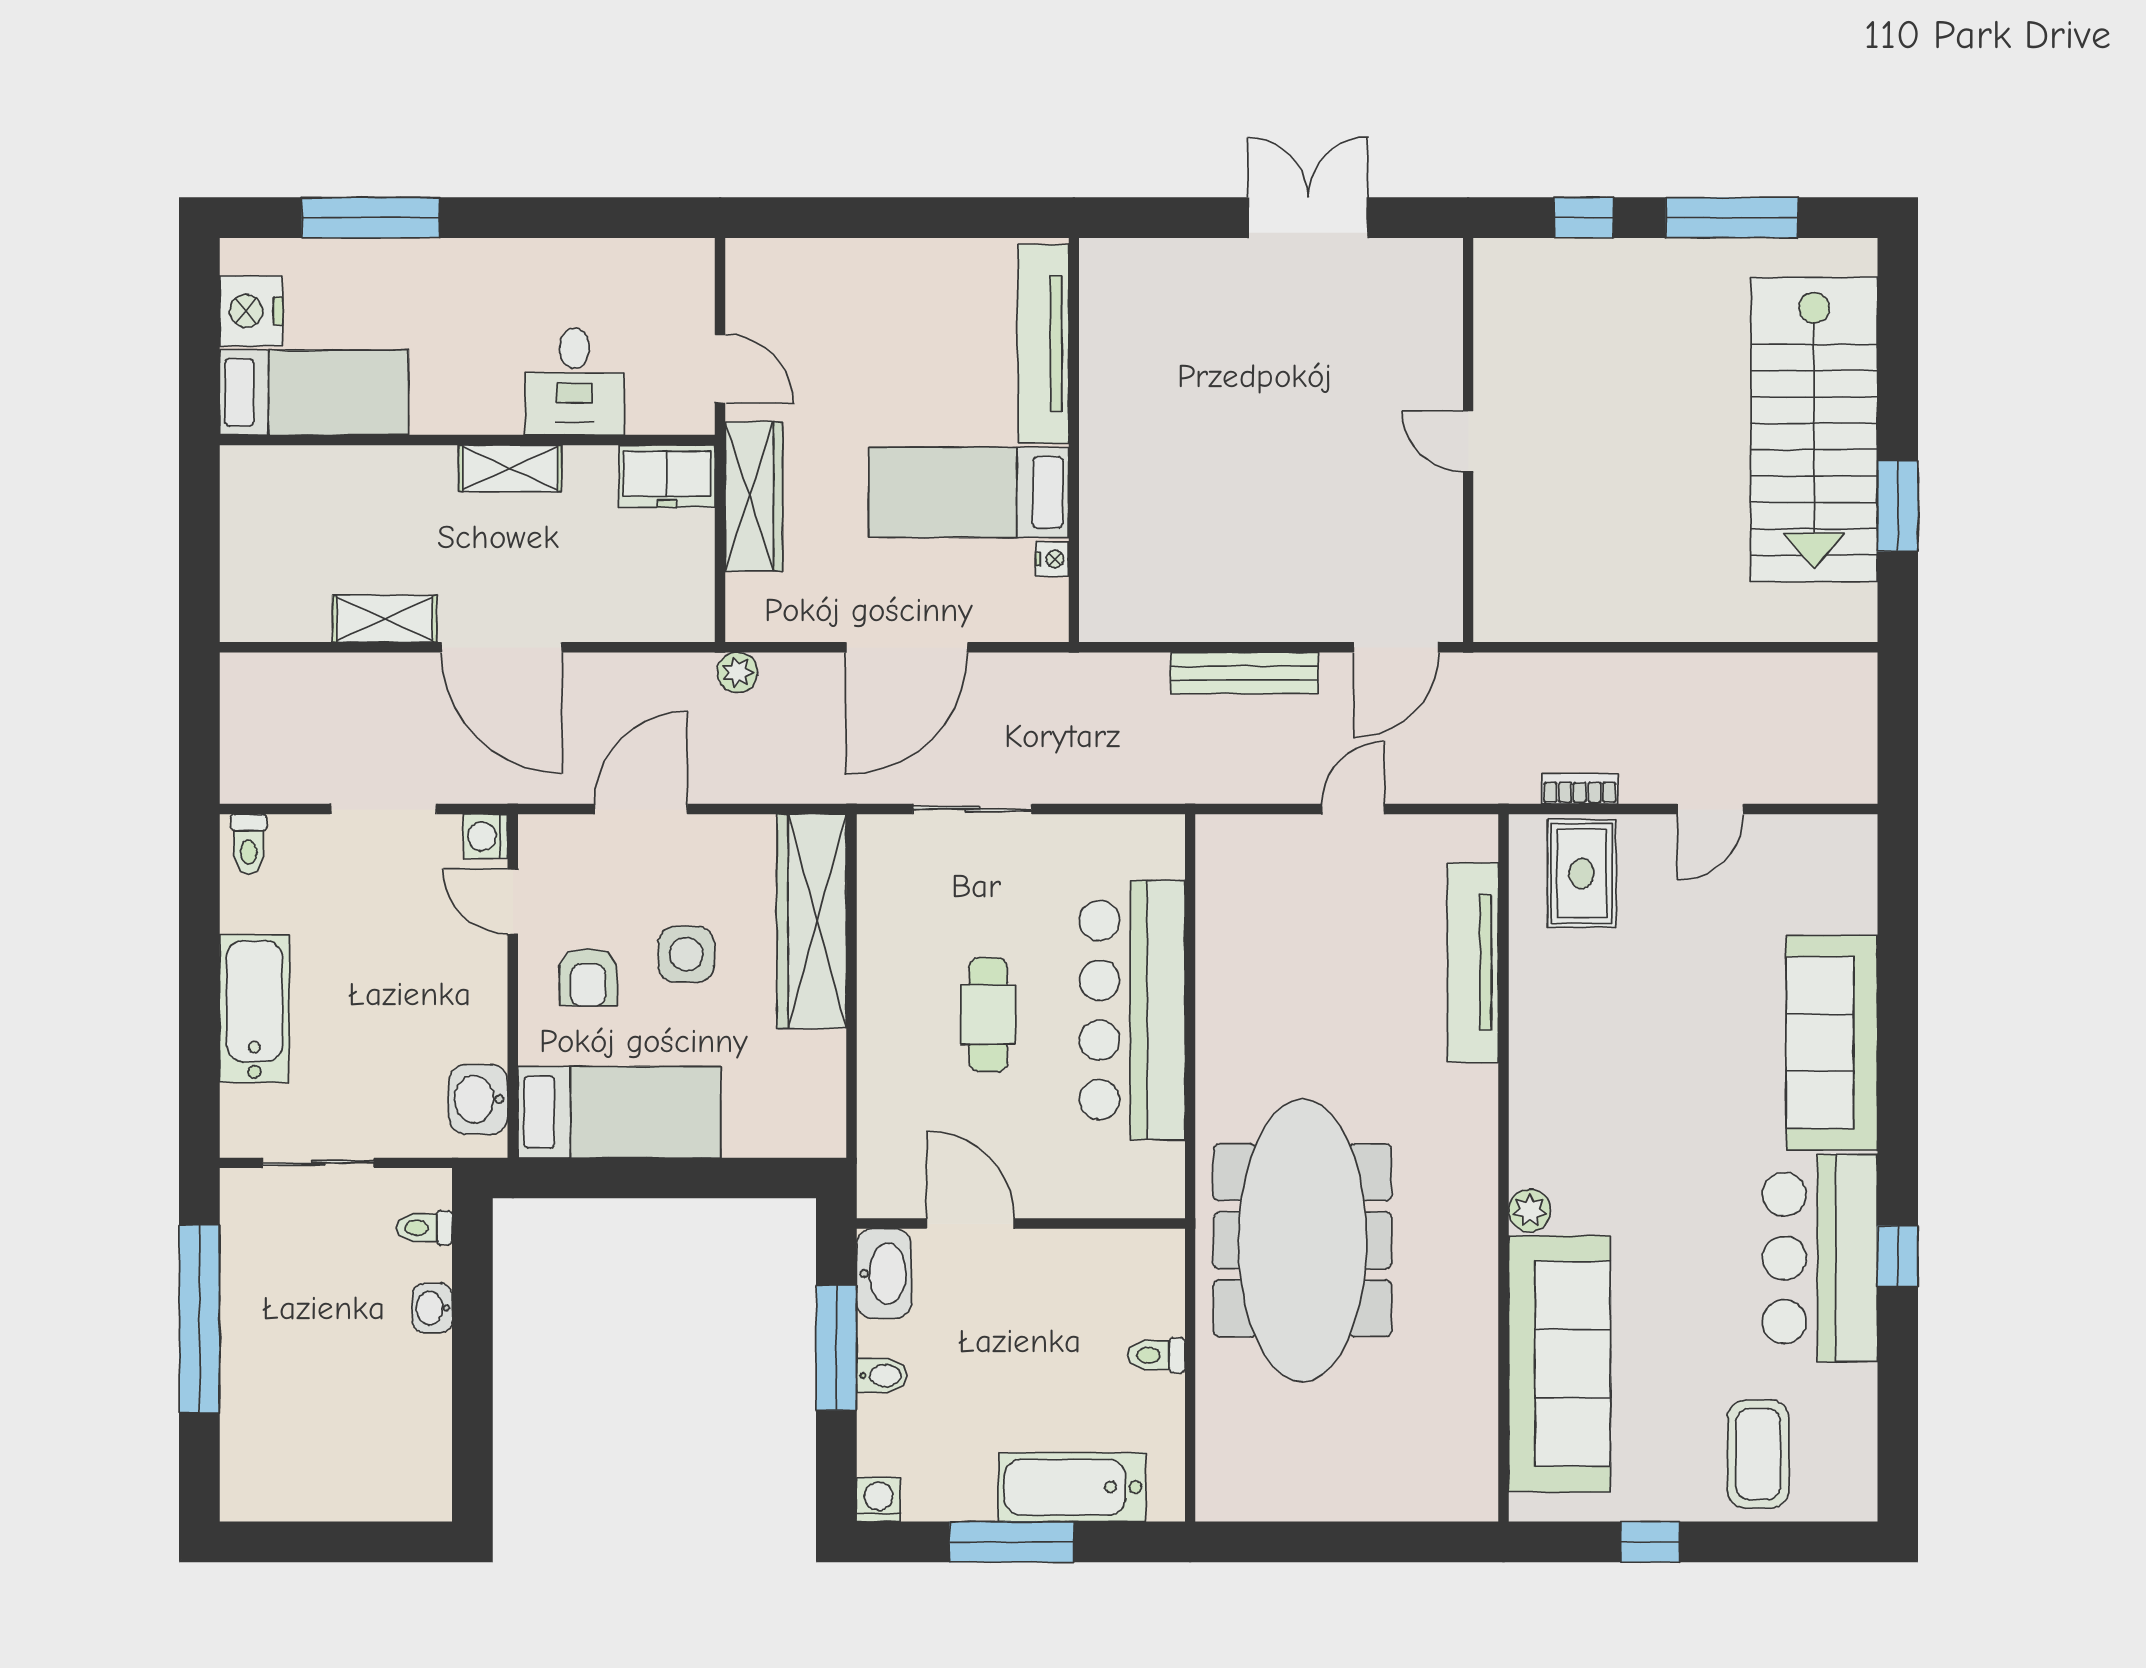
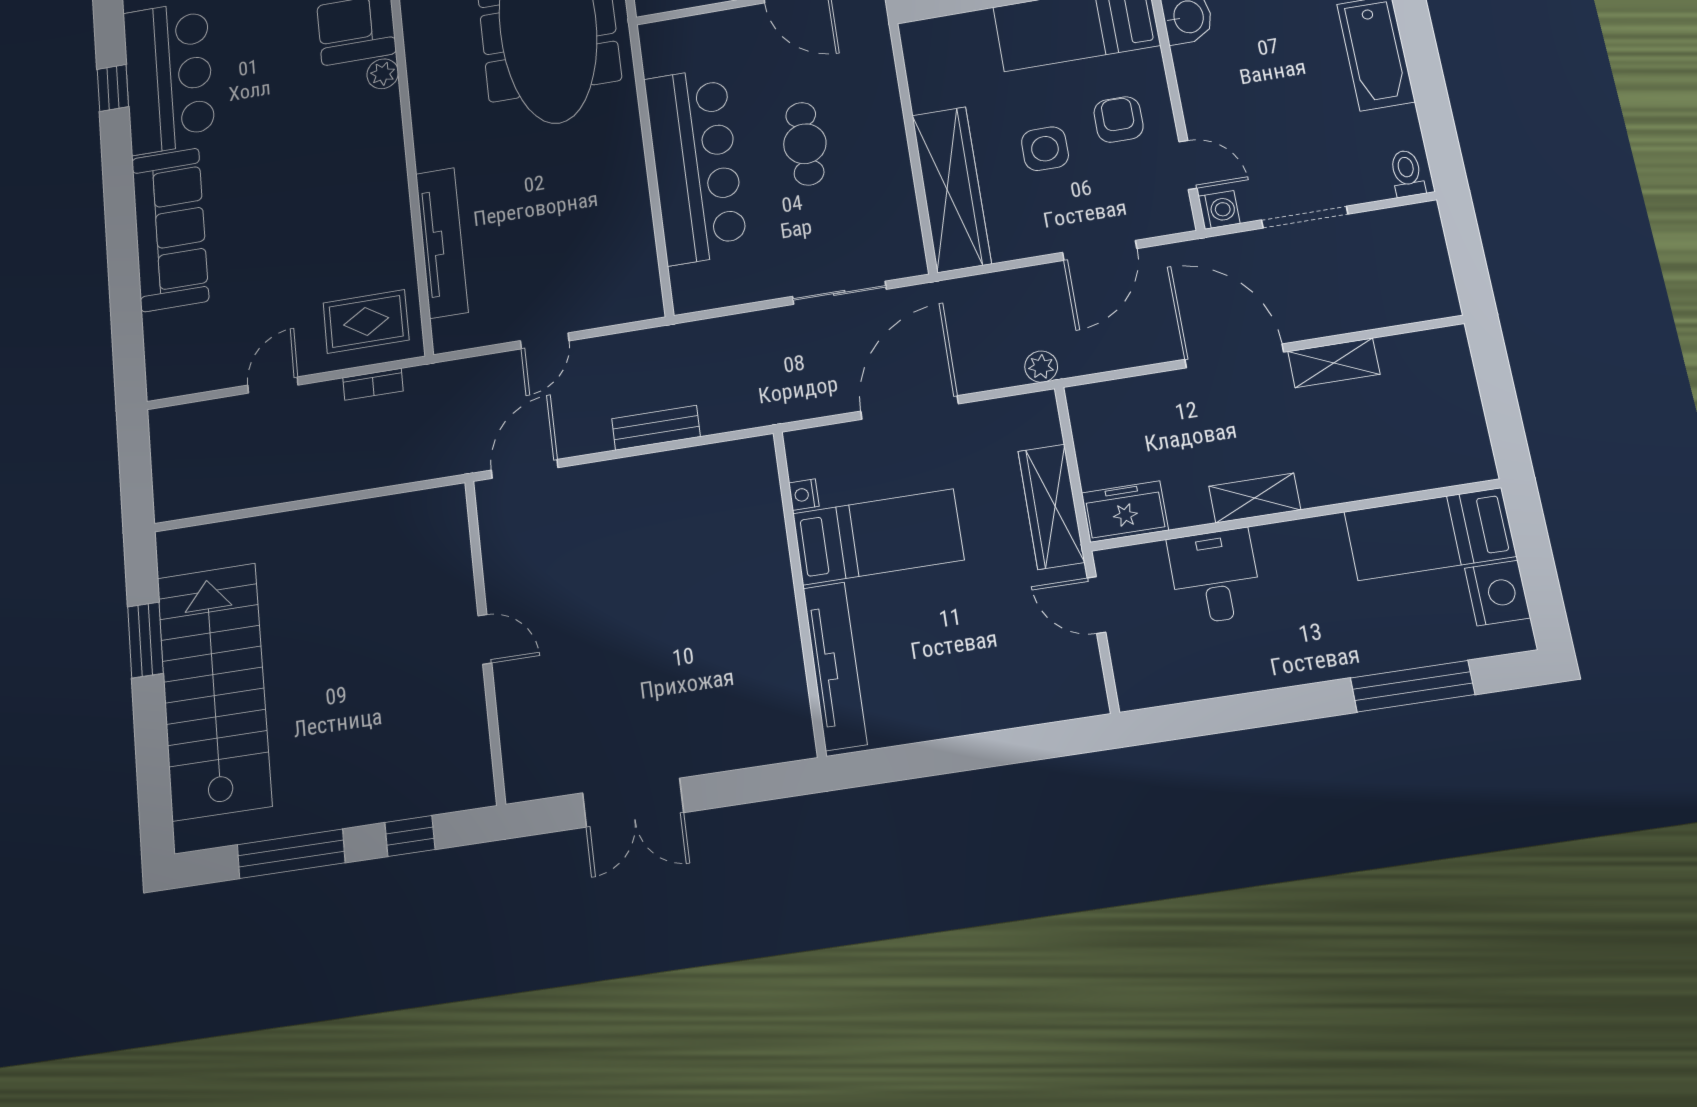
bench: (1244, 673) -> (656, 428), width x0.73
rug: (1582, 873) -> (366, 321), turned 90

